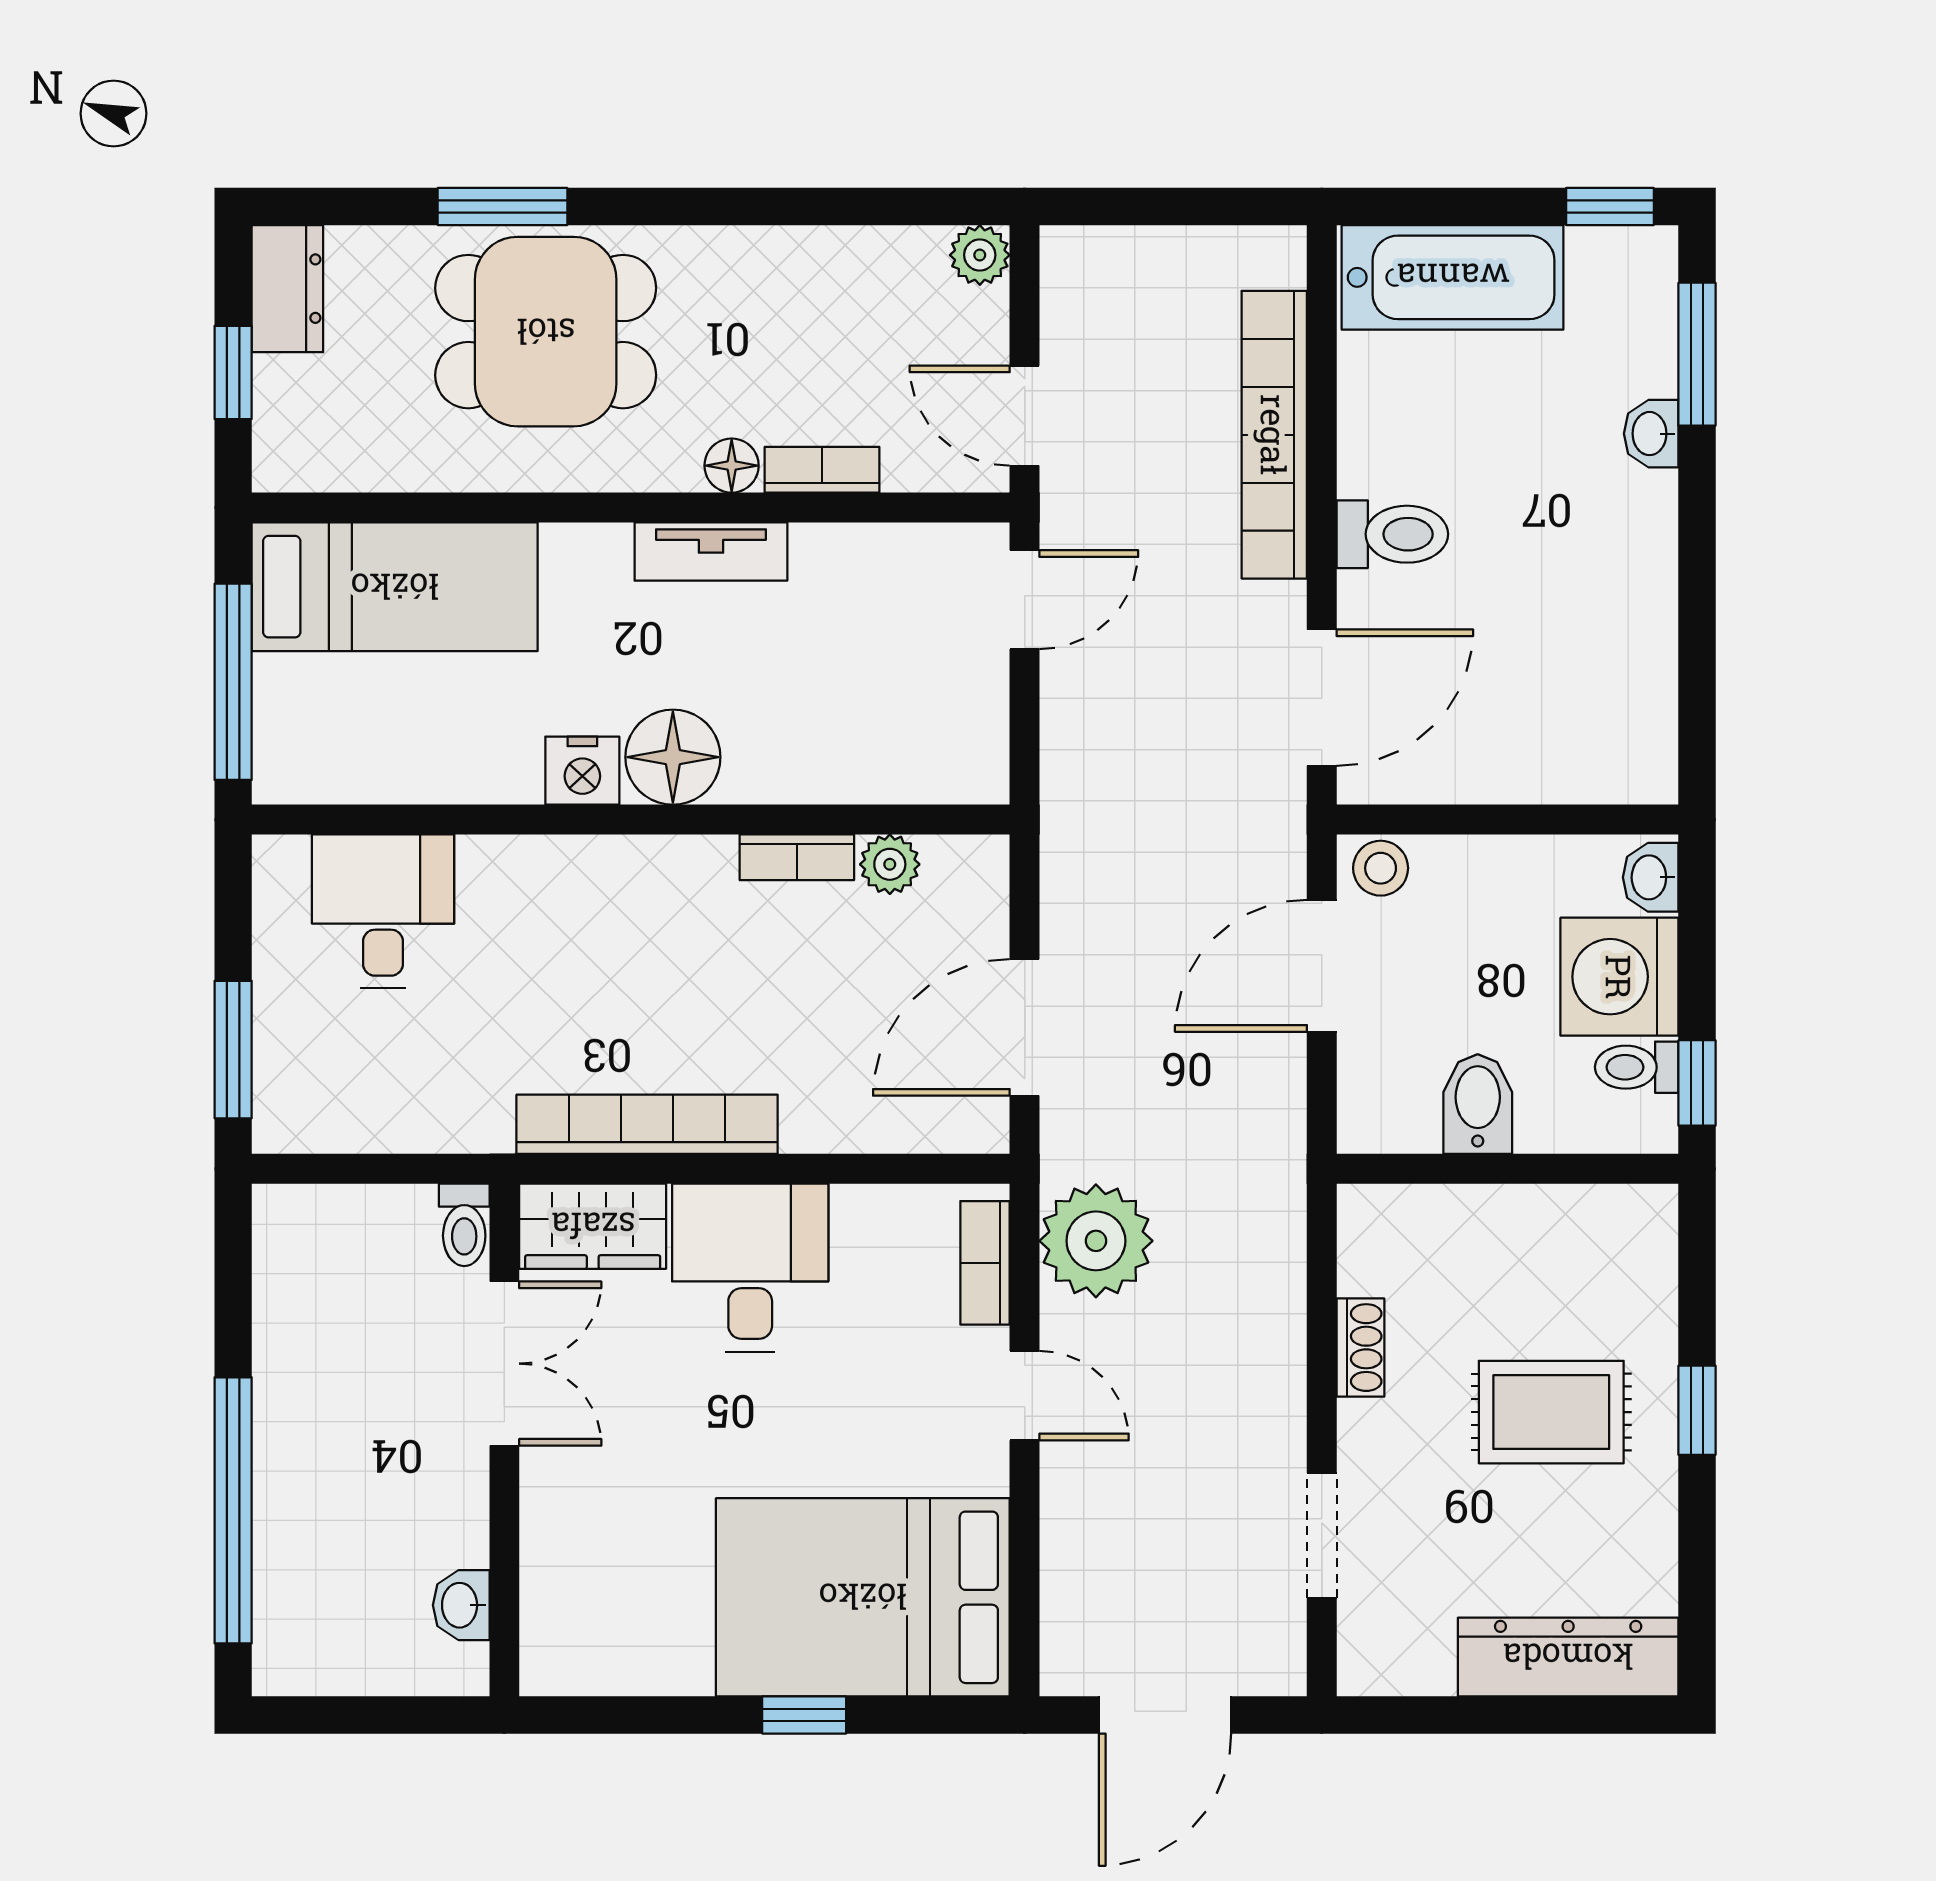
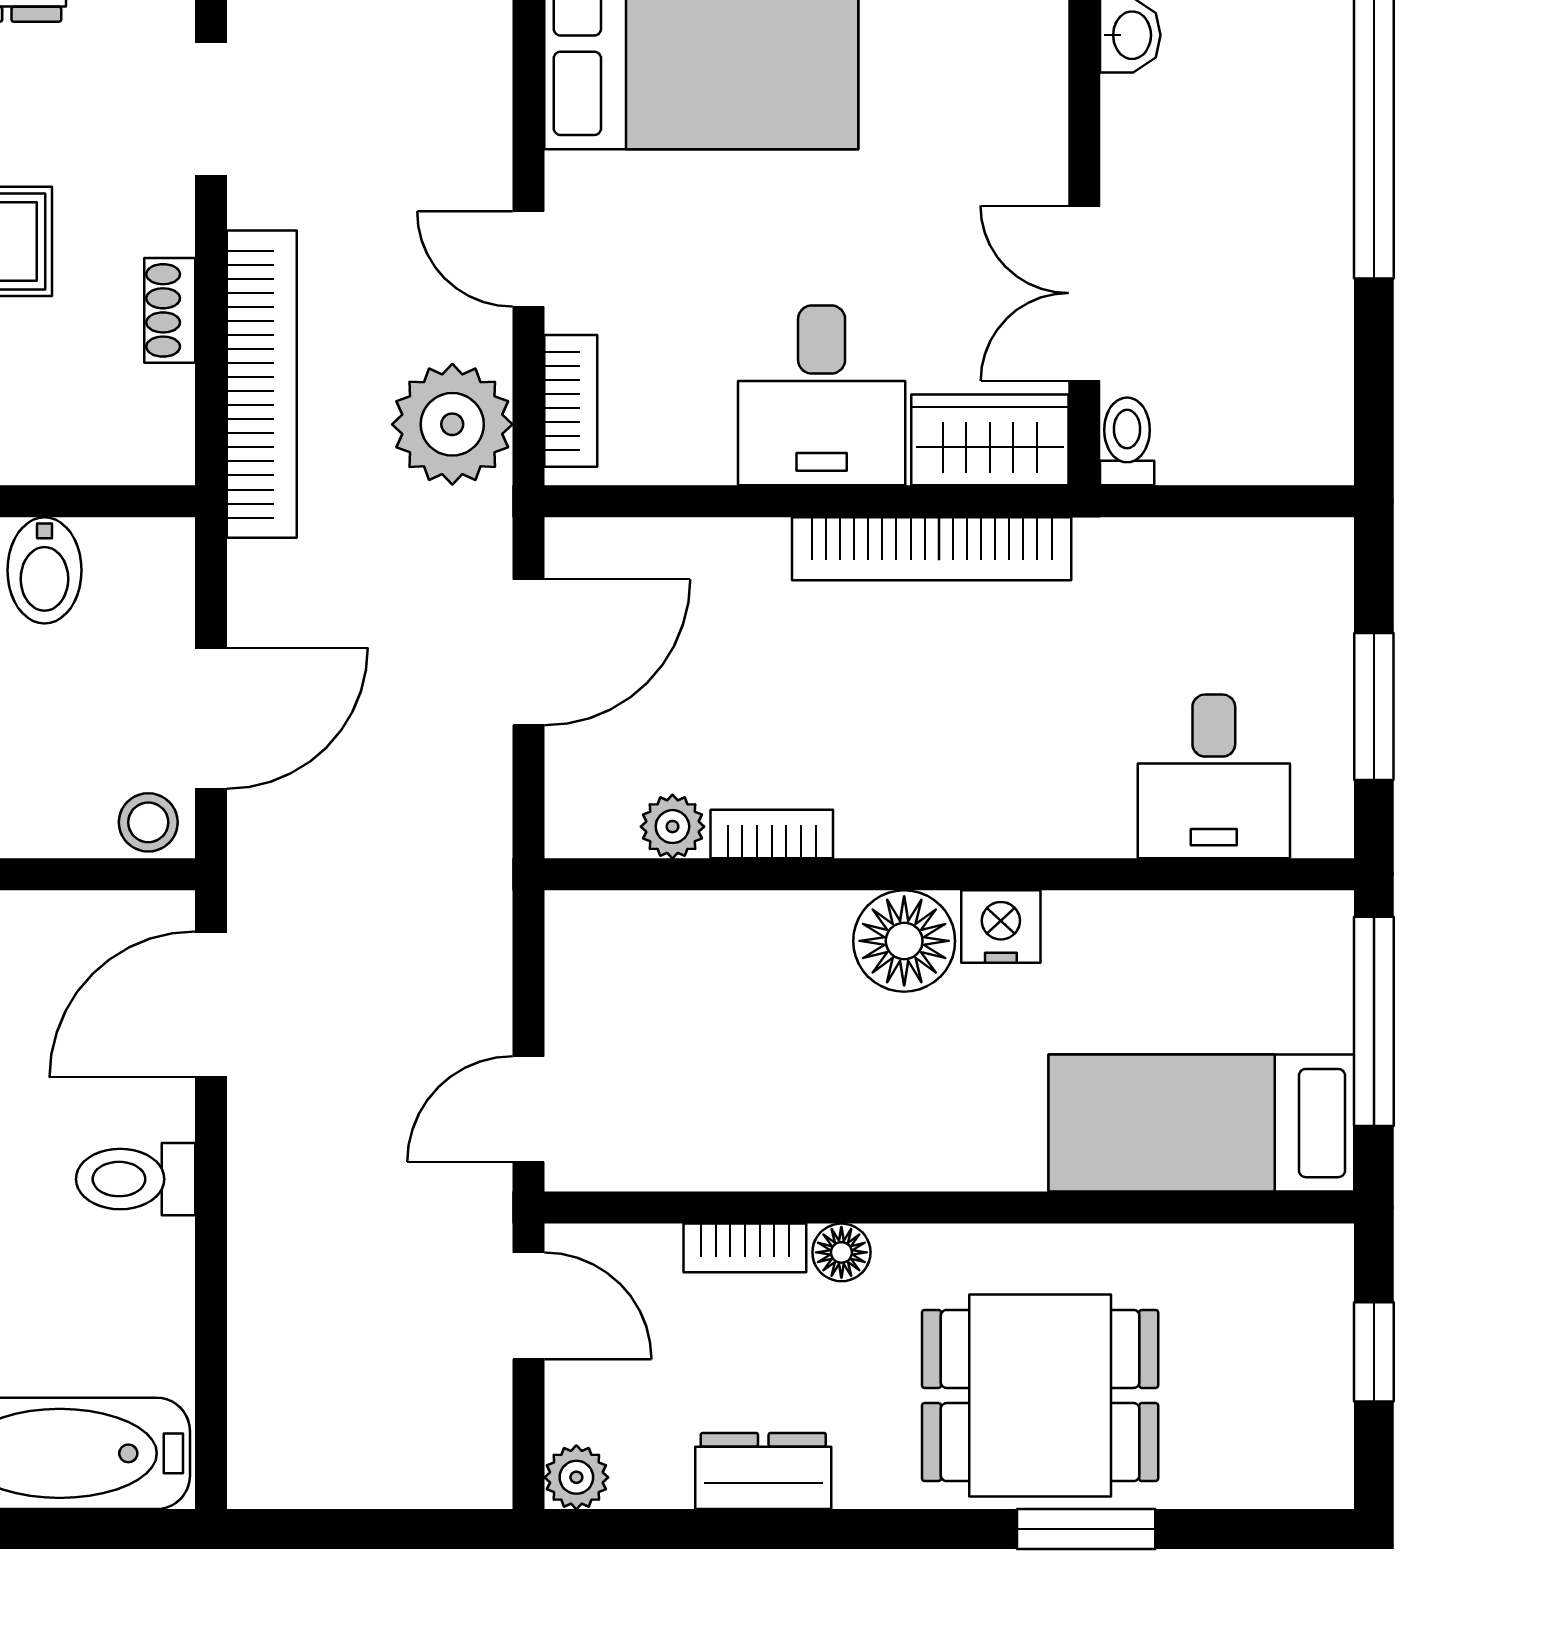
dresser: (287, 289) -> (763, 1471), moved, turned 90
bookcase: (1274, 435) -> (262, 384), moved
tv unit: (711, 552) -> (863, 1161), removed
window: (233, 1050) -> (1374, 706), moved

